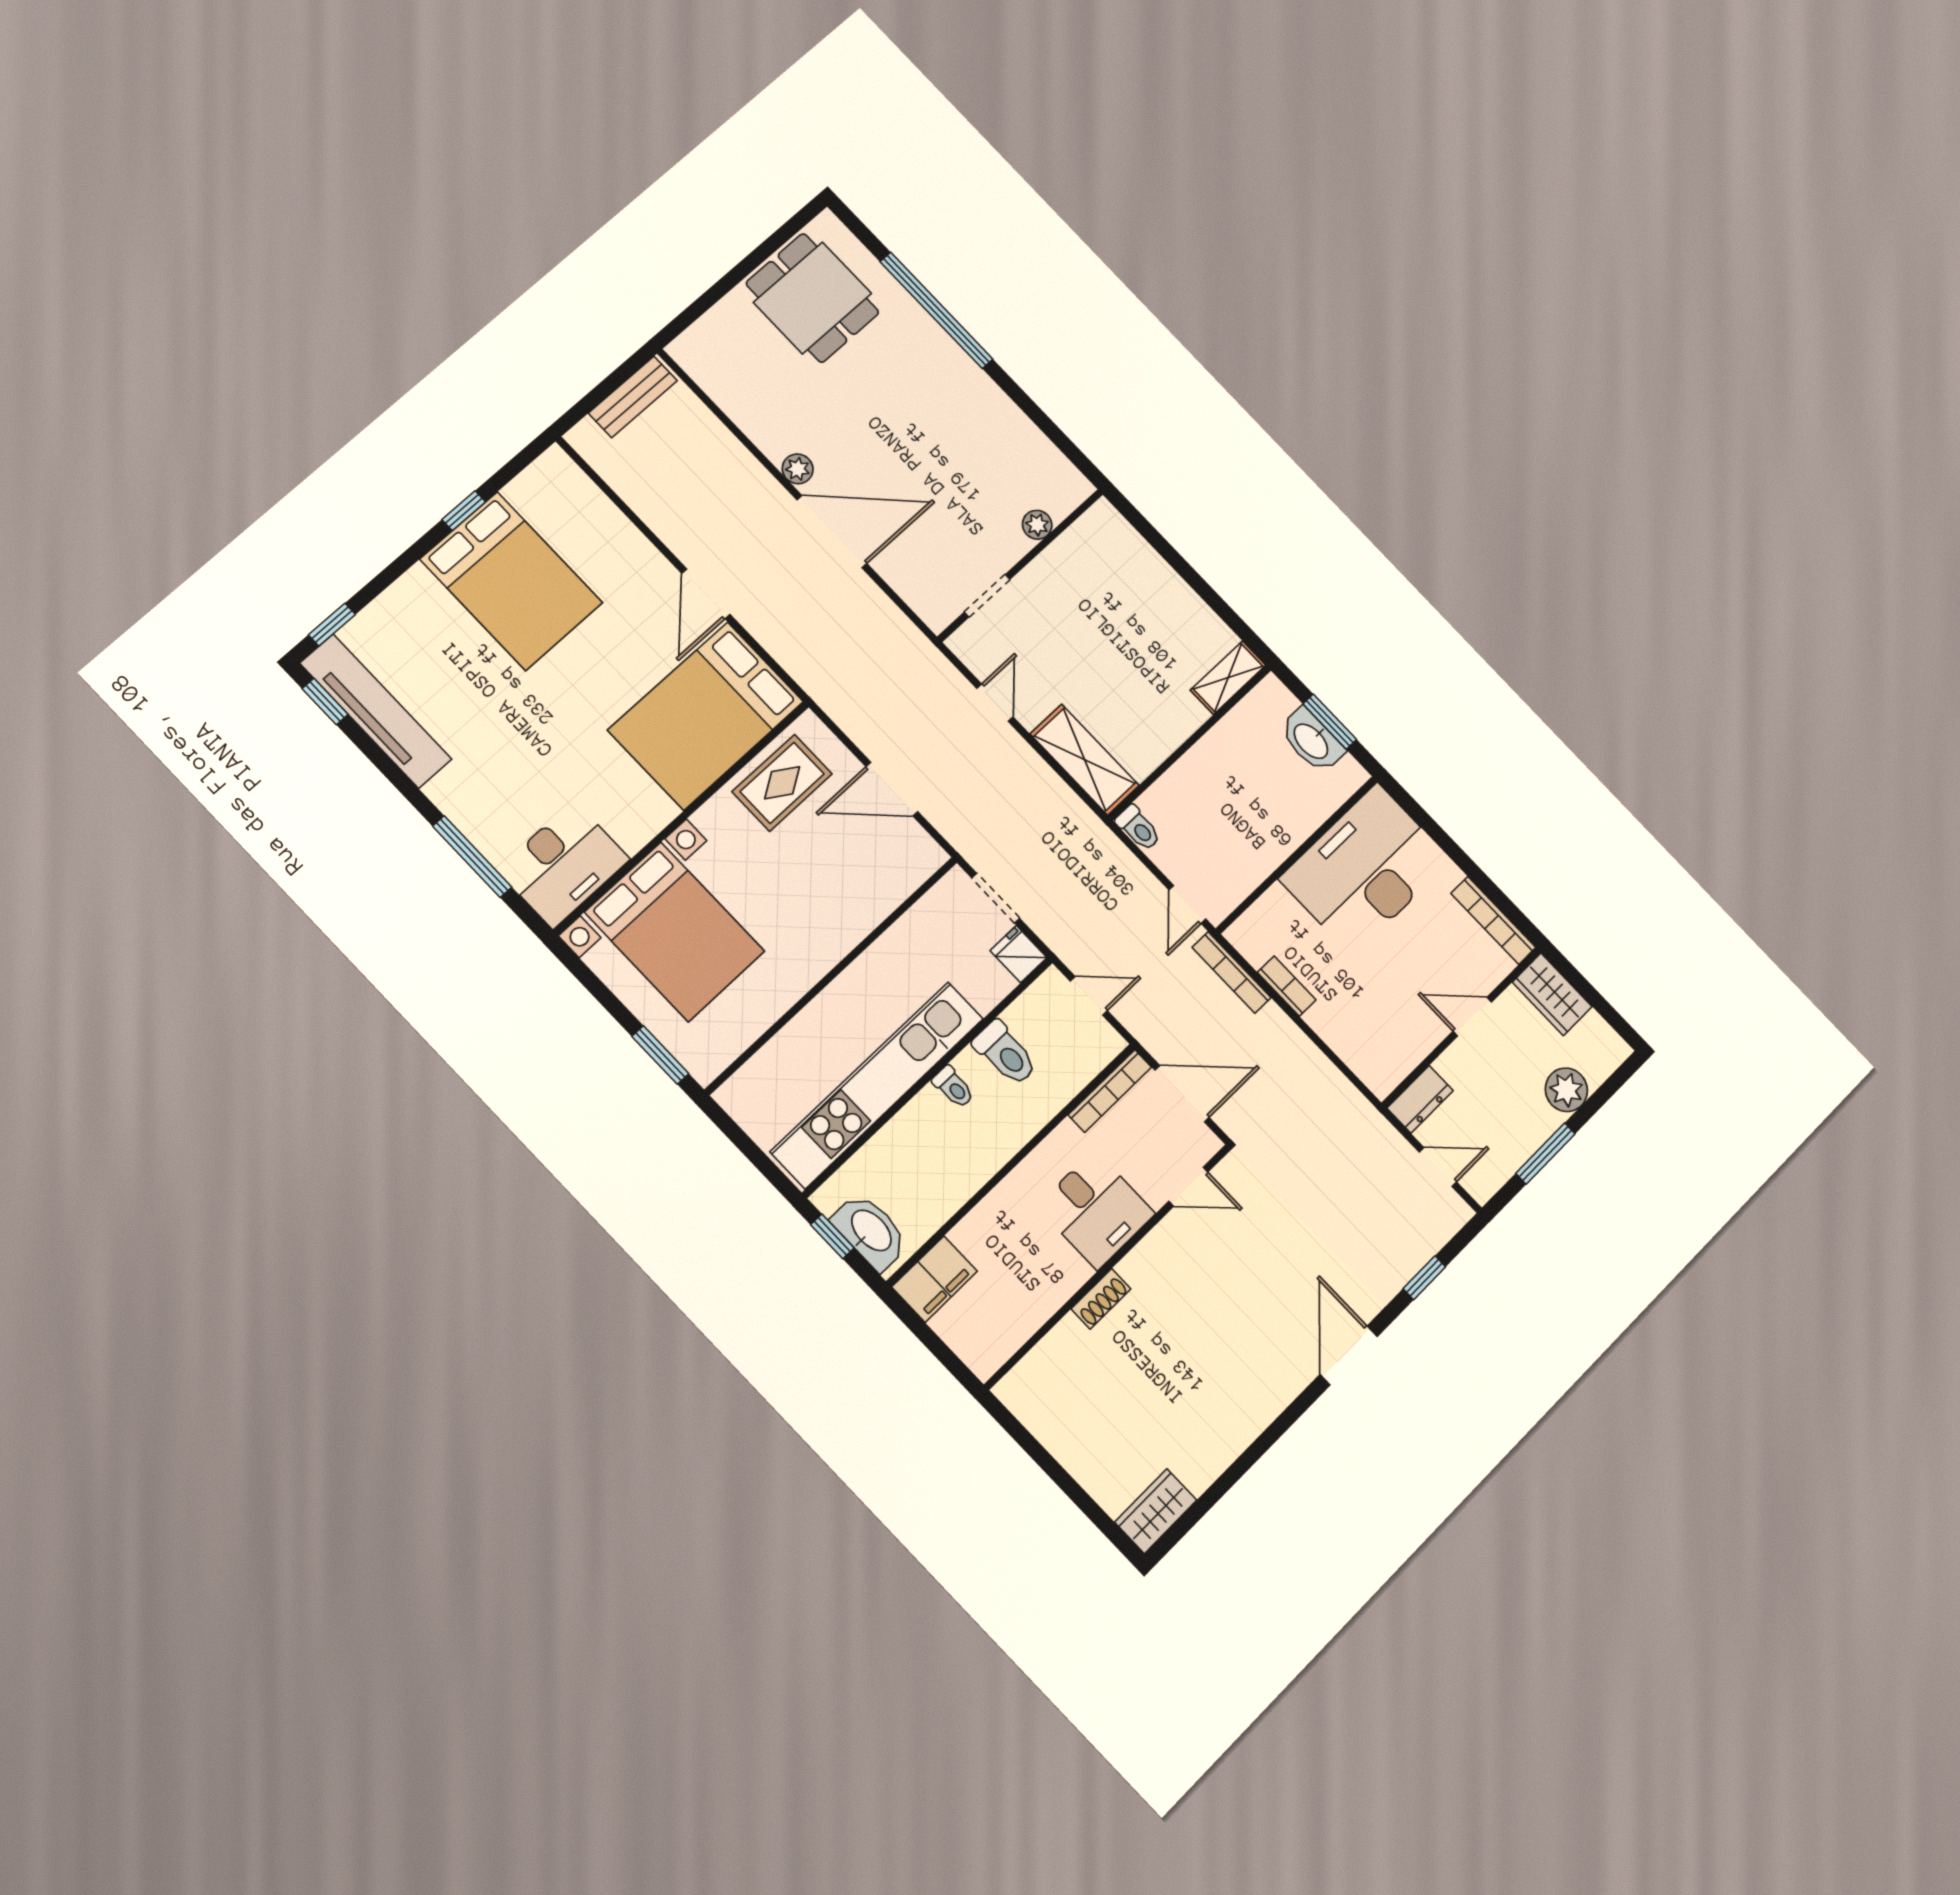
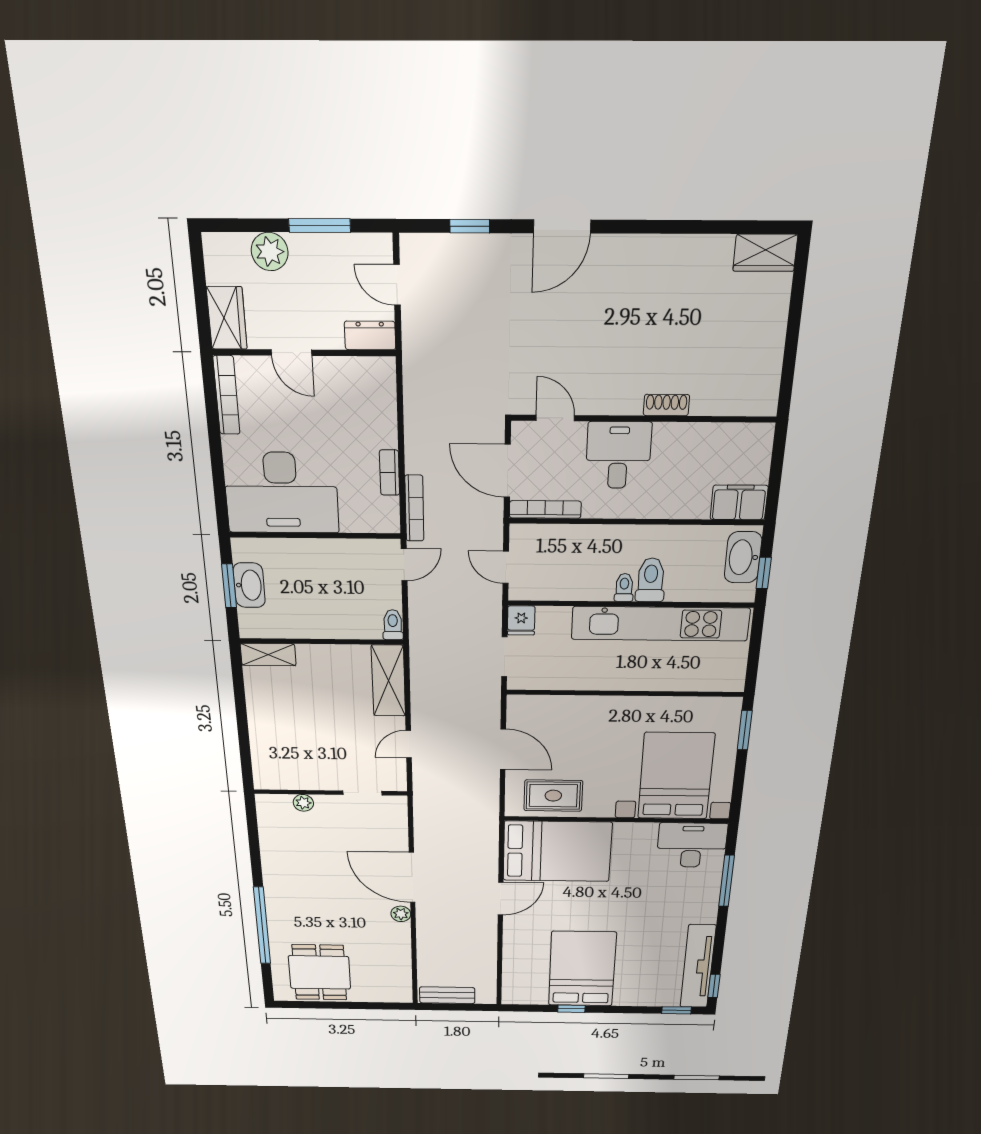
toilet: (1005, 1053) -> (651, 580), moved

